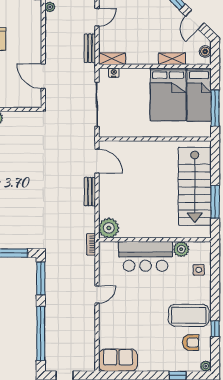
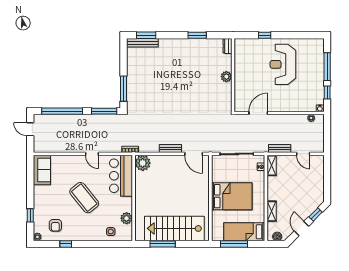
door: (195, 20) -> (301, 229), hinge flipped
bed: (168, 94) -> (232, 196), moved, turned 180
door: (97, 161) -> (194, 154), hinge flipped
bar counter: (146, 256) -> (121, 176), moved
coffee table: (189, 315) -> (84, 198), moved, turned -39

